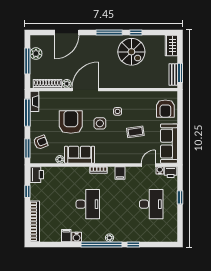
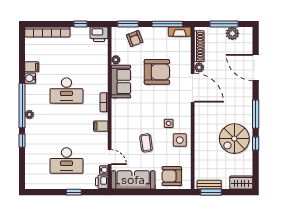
side table: (100, 123) -> (180, 140), moved

